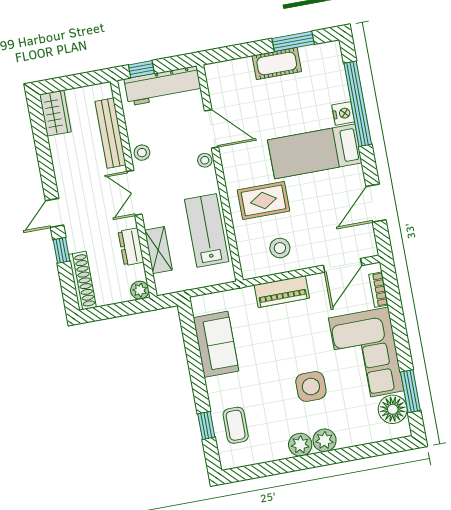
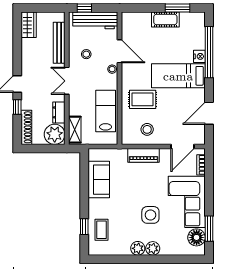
stool: (142, 153) -> (86, 54), moved
shelving: (158, 250) -> (75, 130), moved
plant: (140, 290) -> (55, 134), width x1.88, depth x1.88

